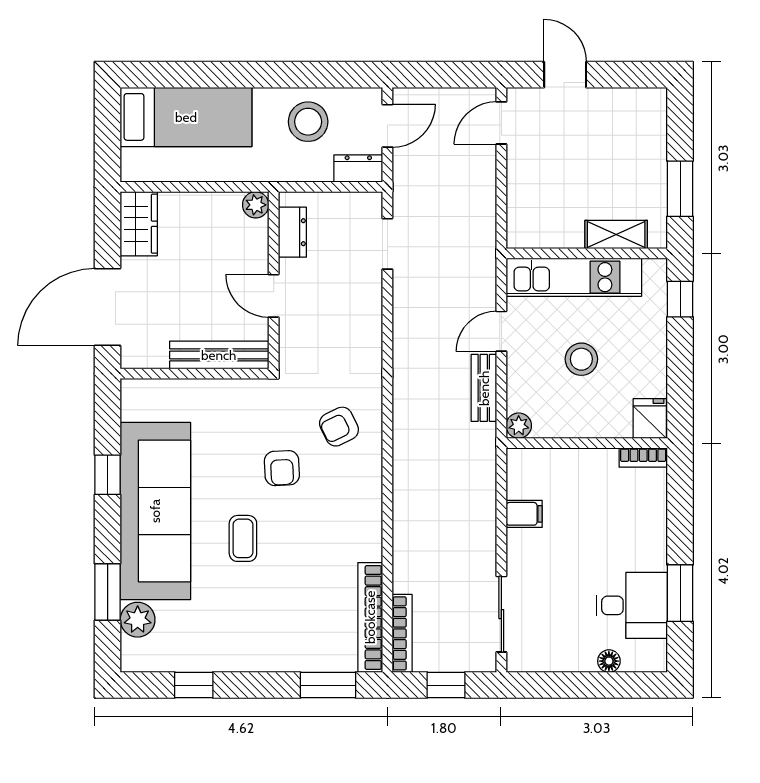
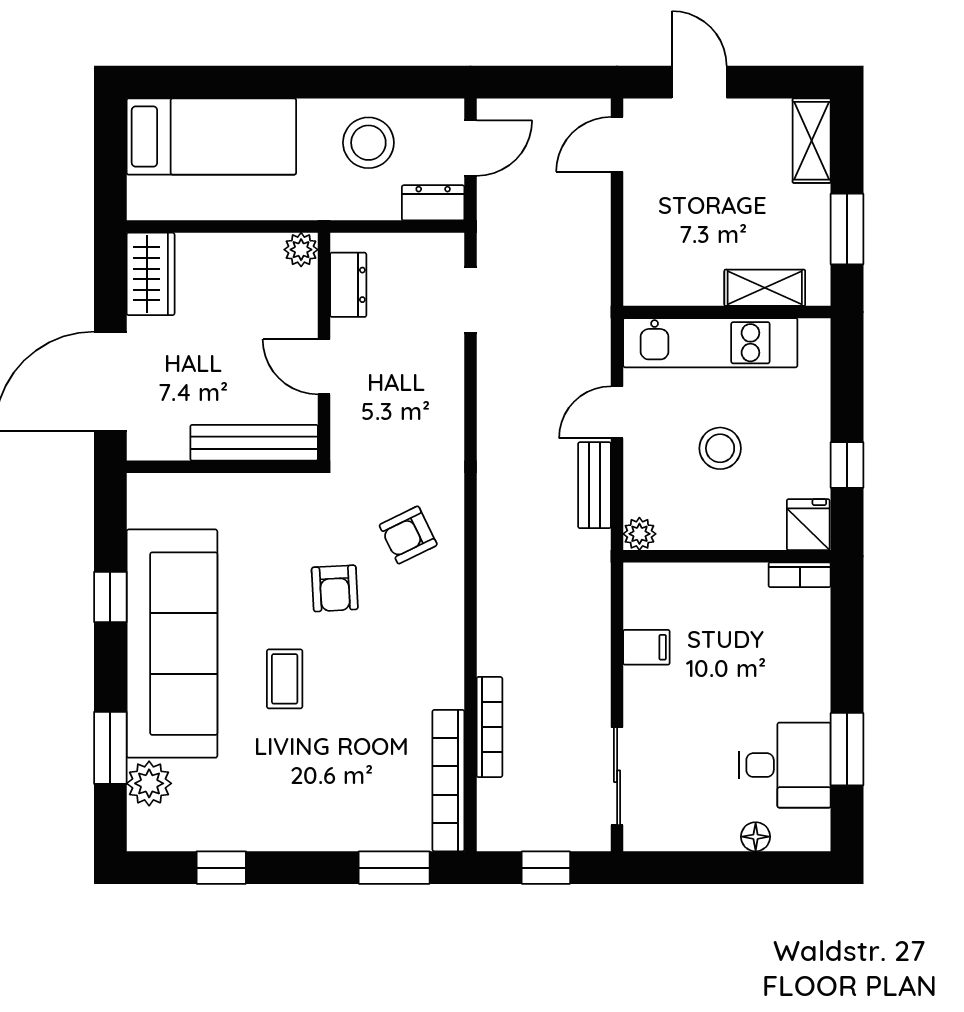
shelving: (653, 120) -> (812, 141), added
window: (680, 299) -> (847, 465), moved
bookcase: (402, 633) -> (489, 727), moved

